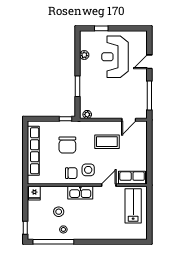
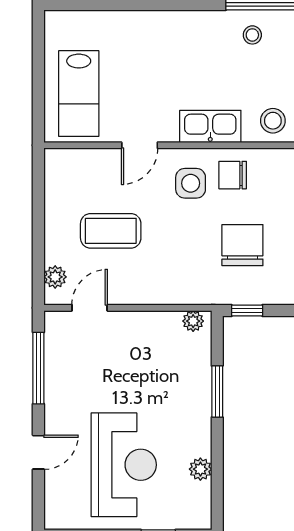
plant: (143, 132) -> (55, 277), added
coffee table: (107, 142) -> (111, 231), moved
row of seats: (132, 178) -> (81, 164), removed
stool: (59, 212) -> (273, 121), moved

